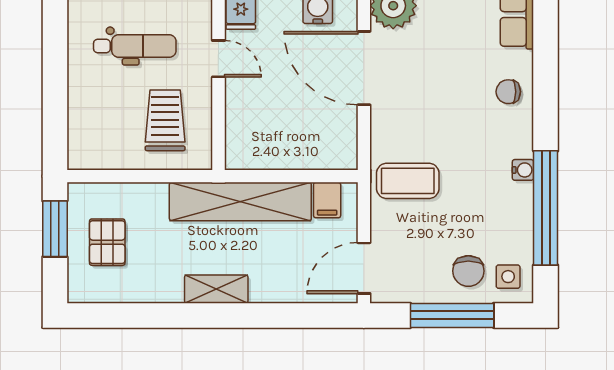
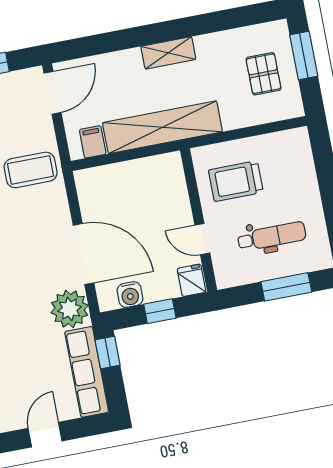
dental chair: (135, 46) -> (272, 236), turned 180
trolley: (165, 120) -> (236, 181), turned 90
window: (55, 229) -> (304, 55), moved

